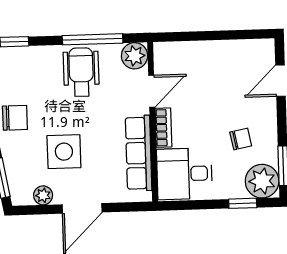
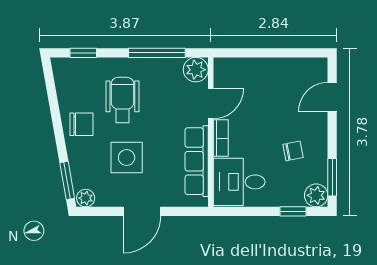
wheelchair: (81, 72) -> (122, 100), moved
plant: (262, 181) -> (316, 195), width x0.73, depth x0.73
plant: (43, 195) -> (86, 198), moved

